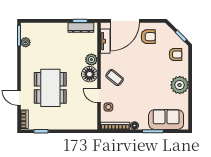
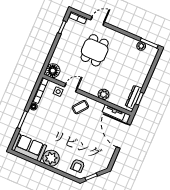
armchair: (148, 37) -> (102, 150), removed
floor lamp: (89, 74) -> (53, 71), moved
dining table: (50, 88) -> (95, 50), width x0.73
sofa: (166, 120) -> (29, 148), moved, turned -90

